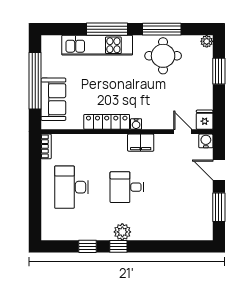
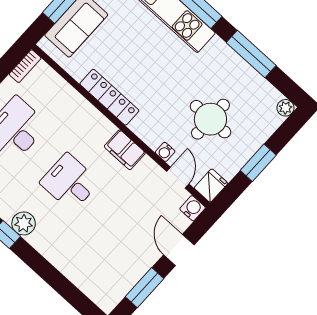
round table: (163, 56) -> (210, 119), moved
window: (219, 71) -> (258, 163), moved
water cooler: (136, 124) -> (165, 152), moved

